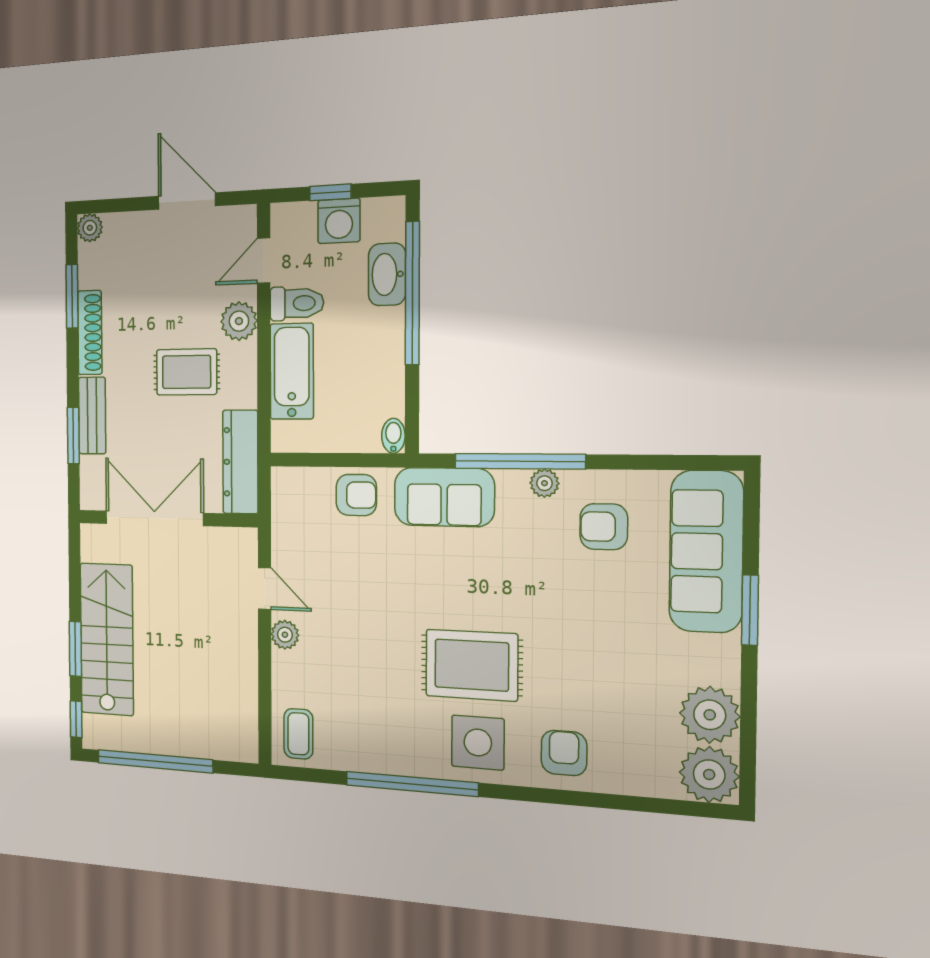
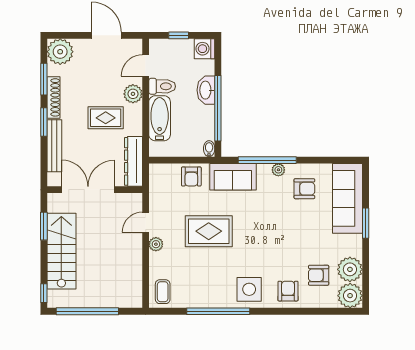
washing machine: (339, 221) -> (205, 49), moved, turned 90
plant: (90, 228) -> (60, 52), width x1.87, depth x1.87
washbasin: (387, 274) -> (206, 90), moved
window: (412, 293) -> (218, 108), moved
bench: (92, 416) -> (54, 146), width x1.36
window: (73, 435) -> (44, 122), moved
armchair: (356, 495) -> (191, 176), turned 90
armchair: (604, 527) -> (304, 189), turned 180
door: (265, 588) -> (146, 222), swing flipped
window: (75, 649) -> (44, 226), moved
rug: (472, 665) -> (209, 231), moved
armchair: (635, 723) -> (319, 275), added

